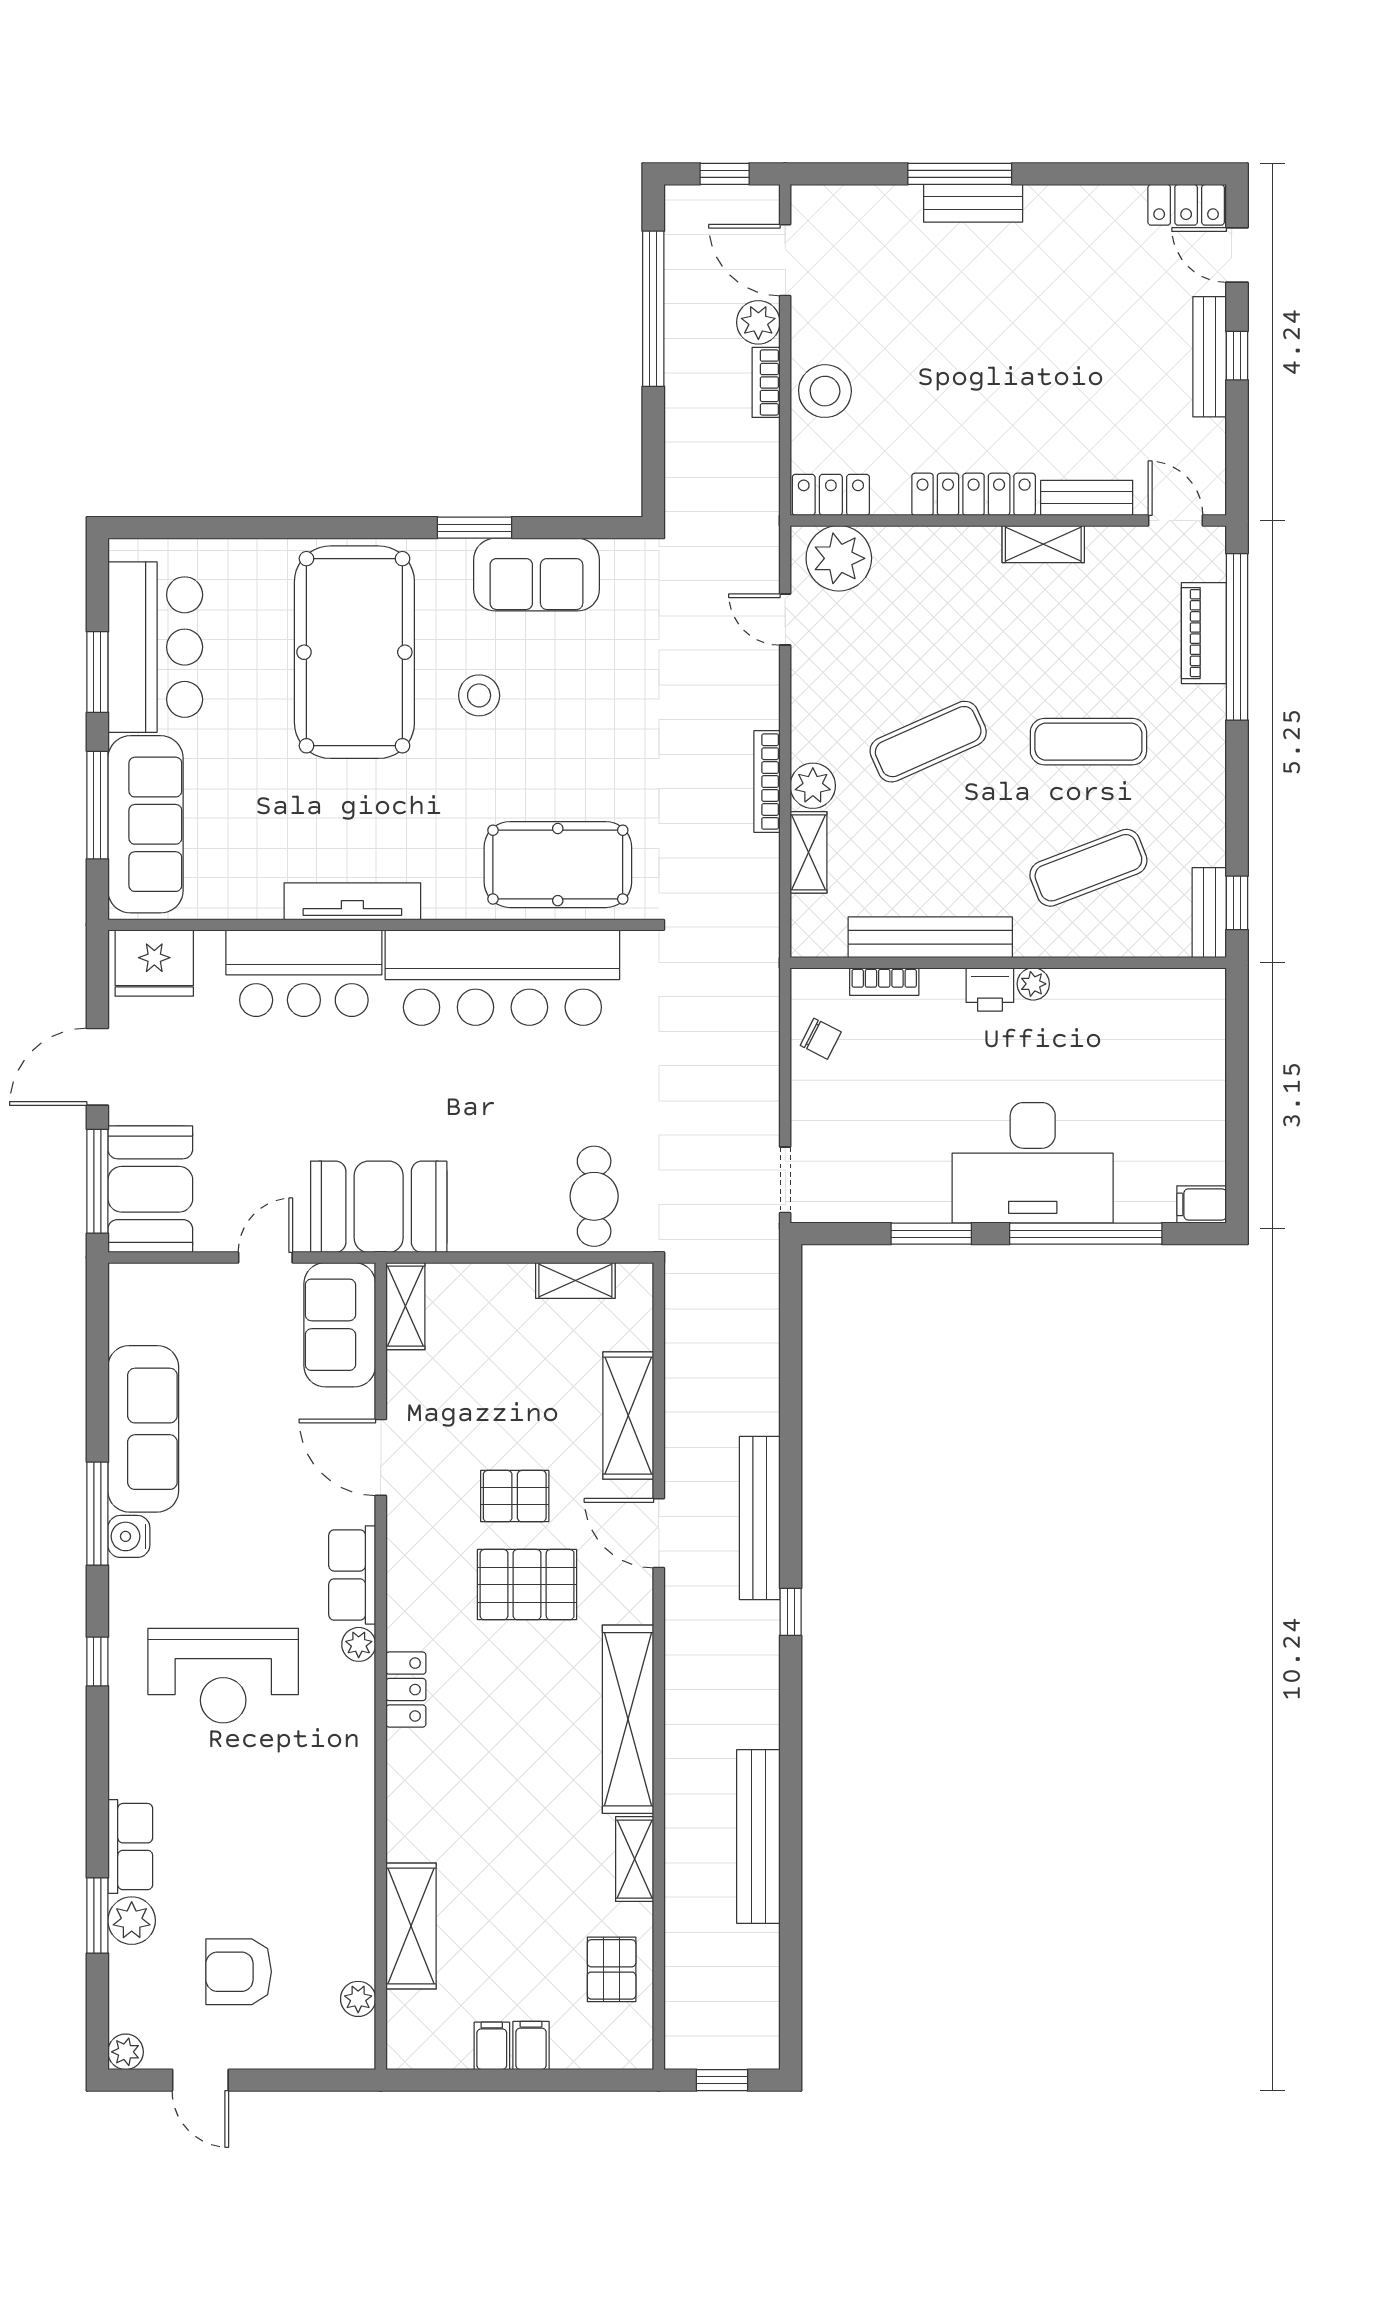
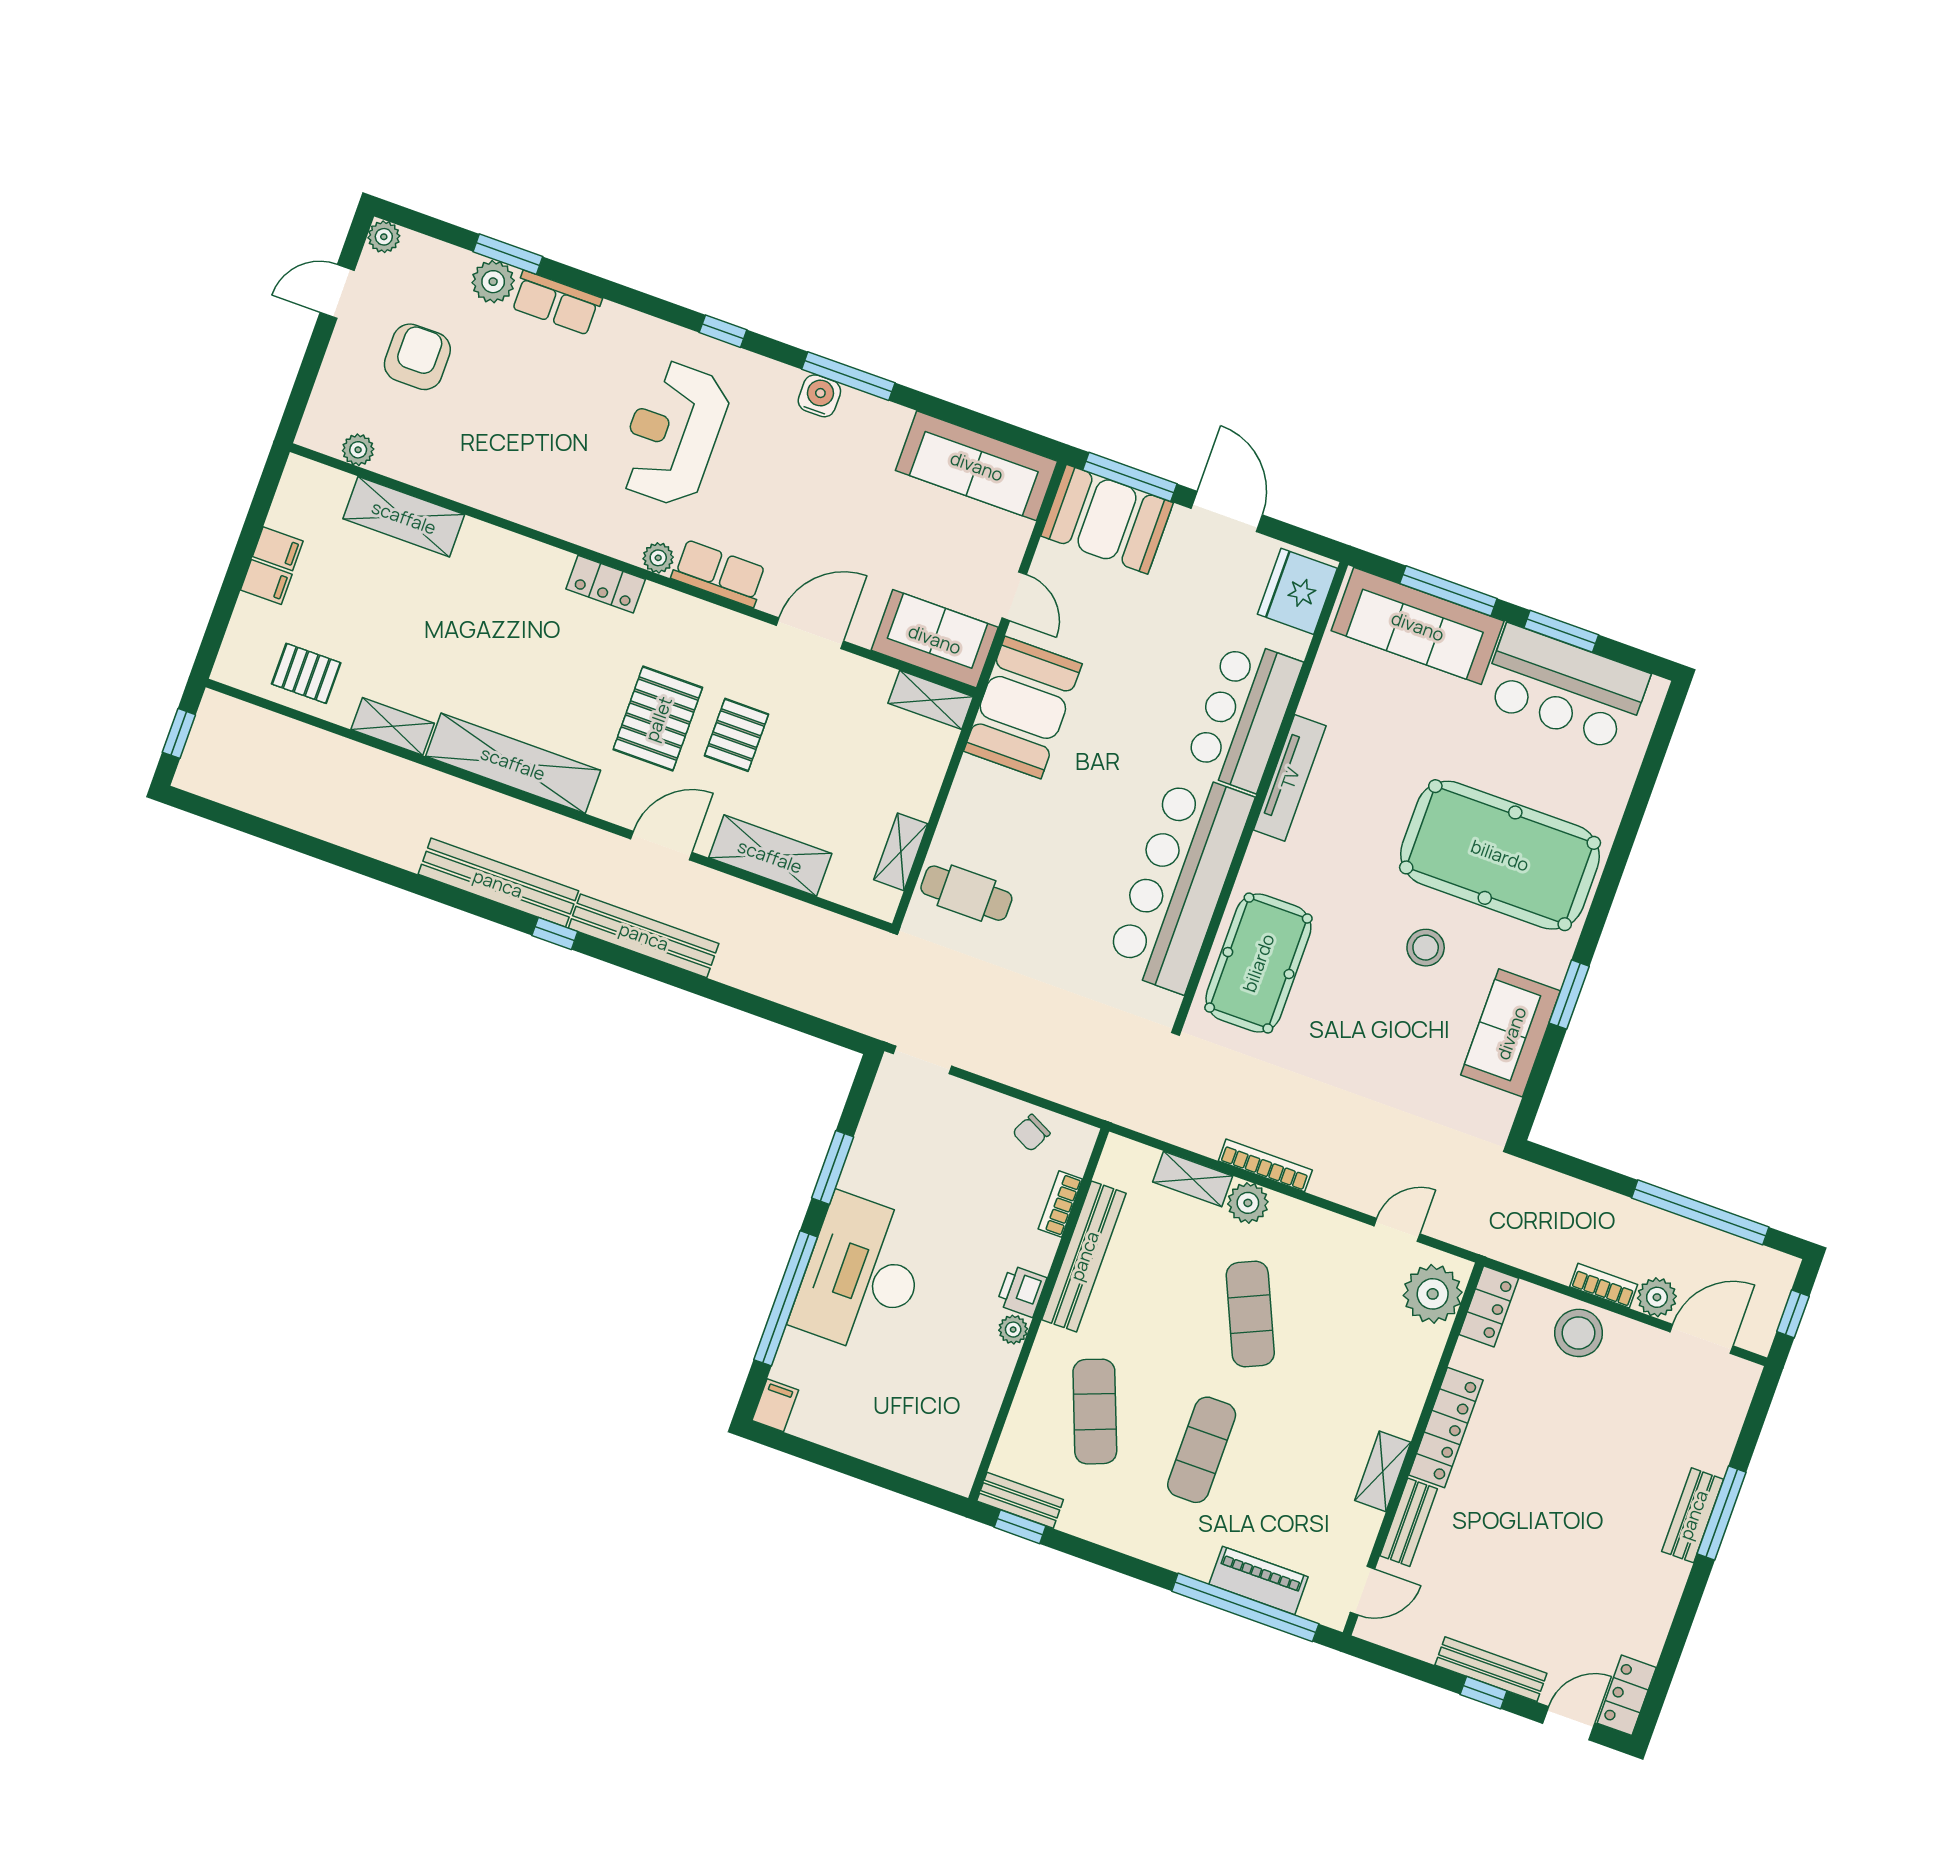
sofa: (143, 1429) -> (977, 466), moved
bench: (758, 1836) -> (498, 883), moved

